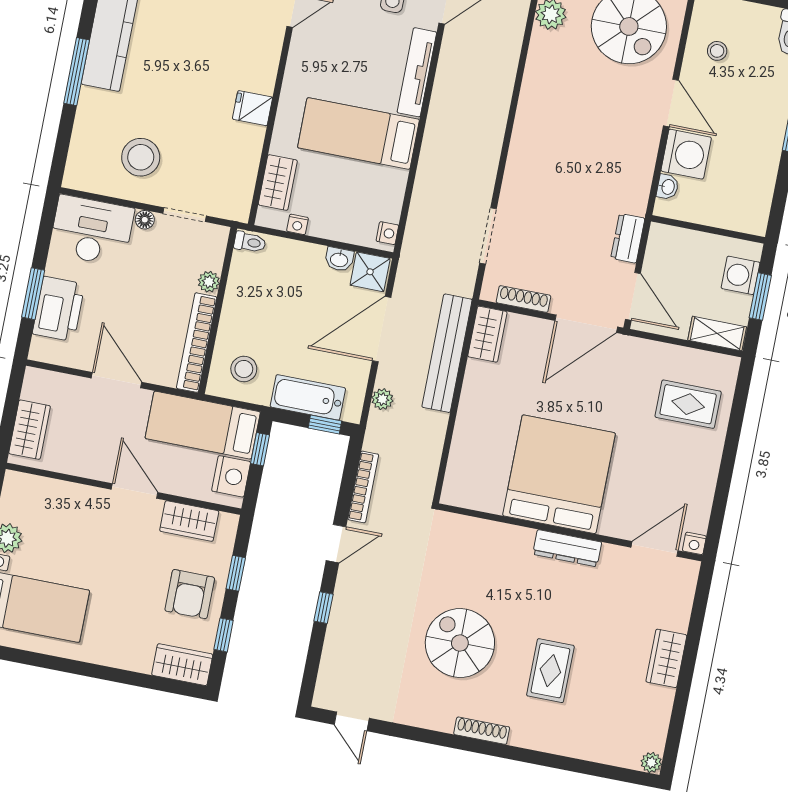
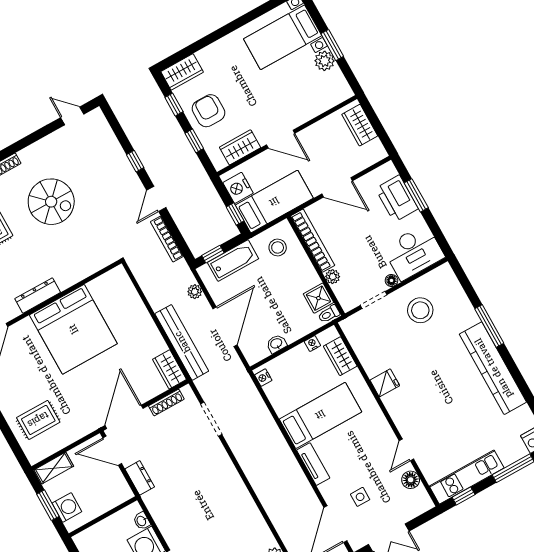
tv unit: (417, 72) -> (313, 464), width x0.71
shower: (370, 272) -> (318, 298), moved

